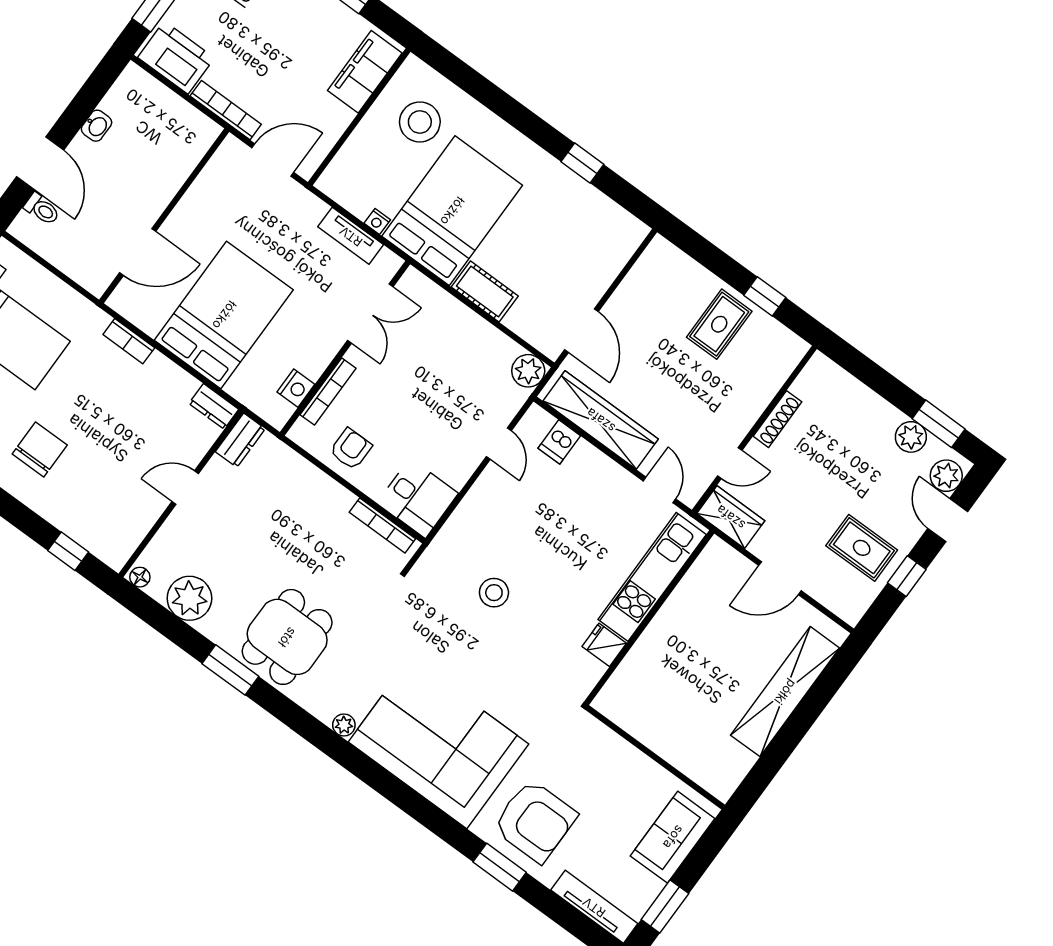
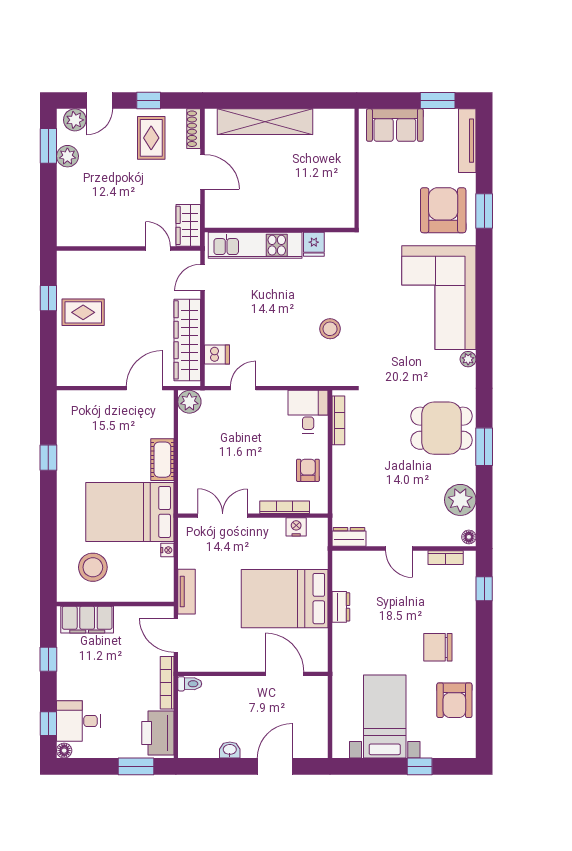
toilet: (42, 209) -> (190, 684), moved, turned 90
tv unit: (351, 236) -> (186, 592), moved
bookcase: (129, 341) -> (446, 558), moved, turned 90
dresser: (214, 406) -> (341, 607), moved
shoe rack: (778, 419) -> (194, 129), moved, turned -90
armchair: (351, 449) -> (308, 470), turned 90

